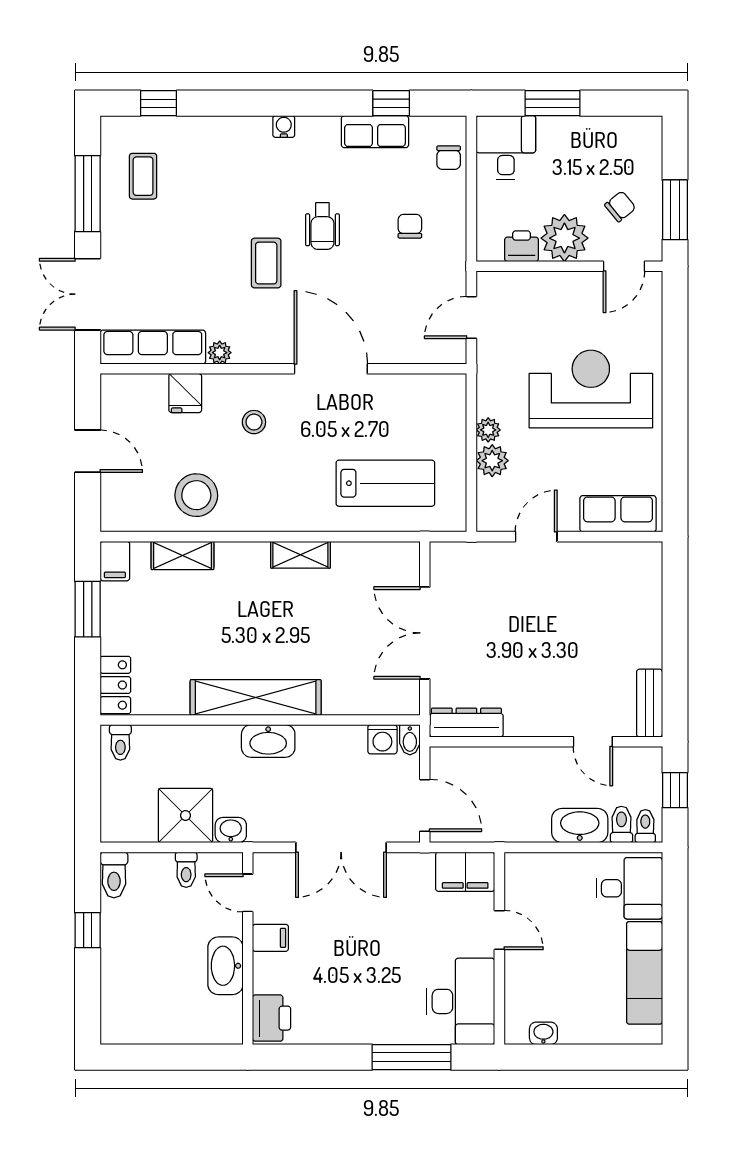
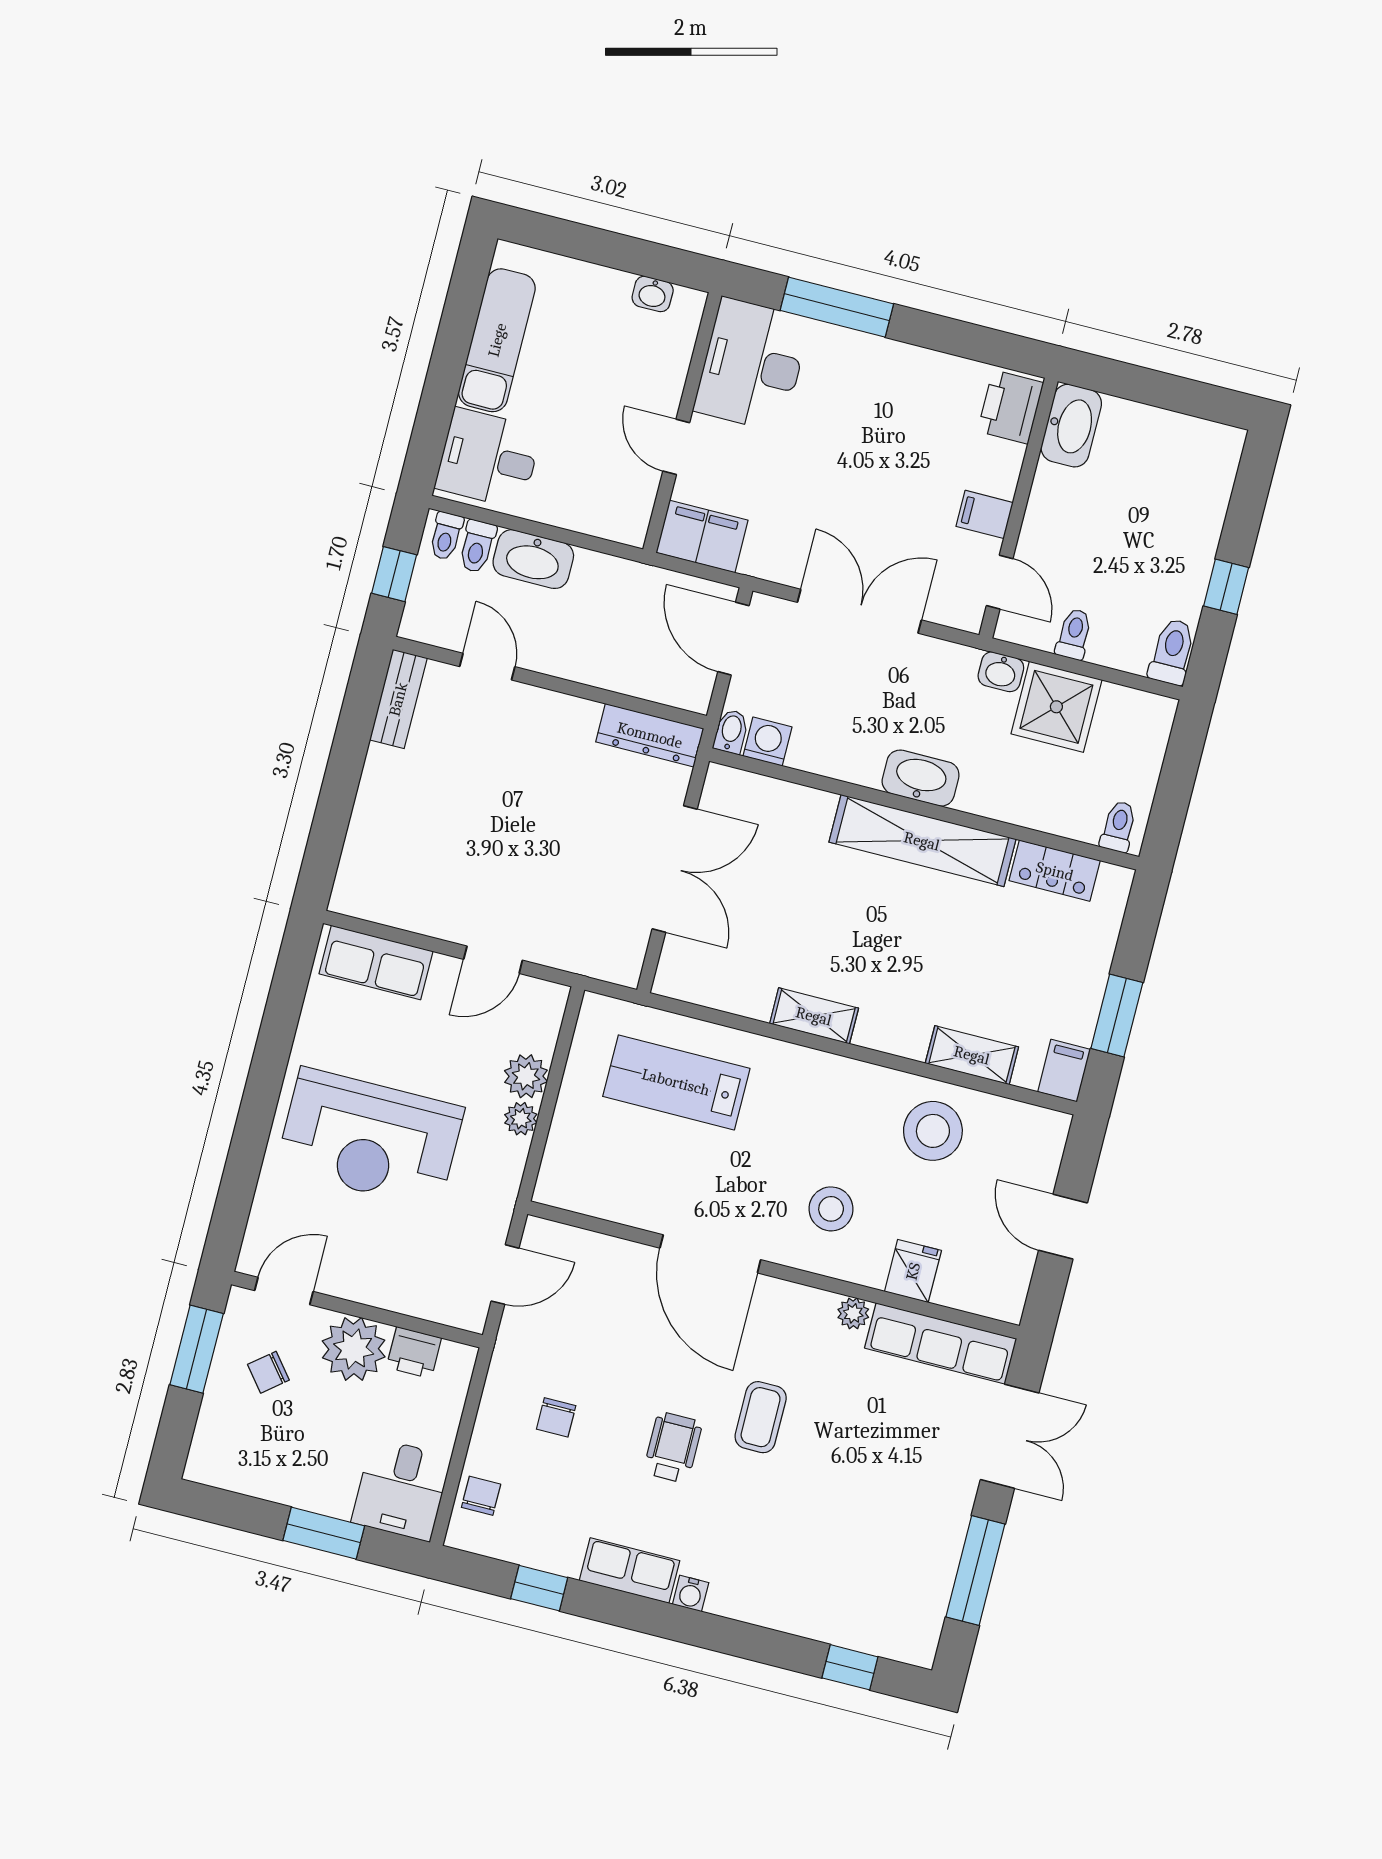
row of seats: (375, 132) -> (630, 1571), moved
coffee table: (143, 176) -> (895, 1575), removed
stool: (254, 422) -> (831, 1209), width x1.37, depth x1.37
locker: (115, 685) -> (1055, 871), moved, turned -90
washbasin: (225, 966) -> (1071, 426), moved

